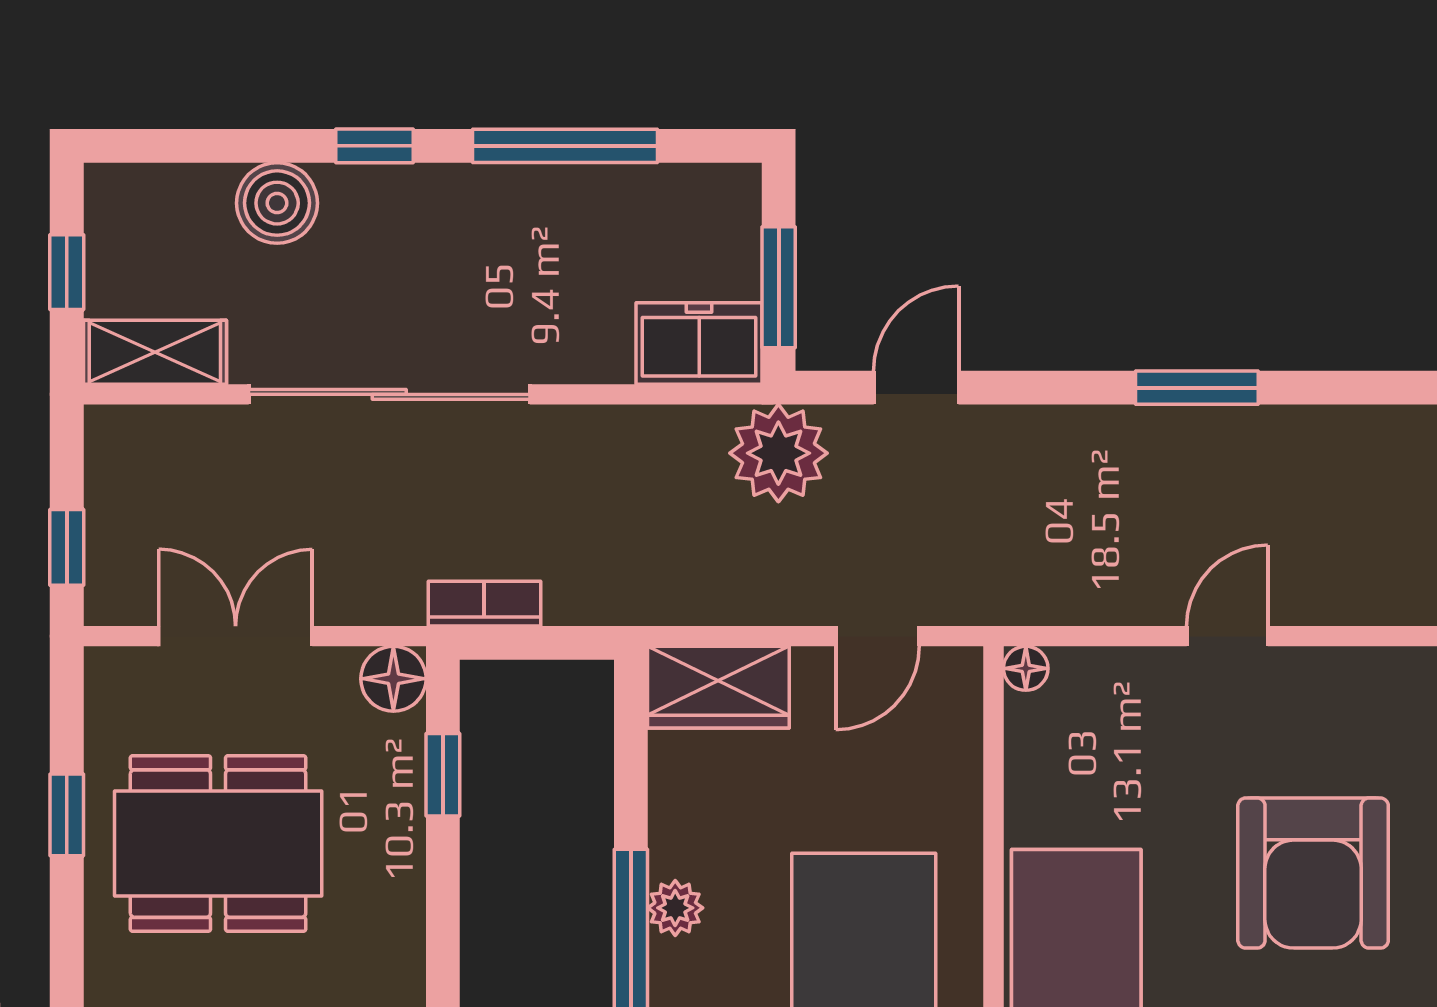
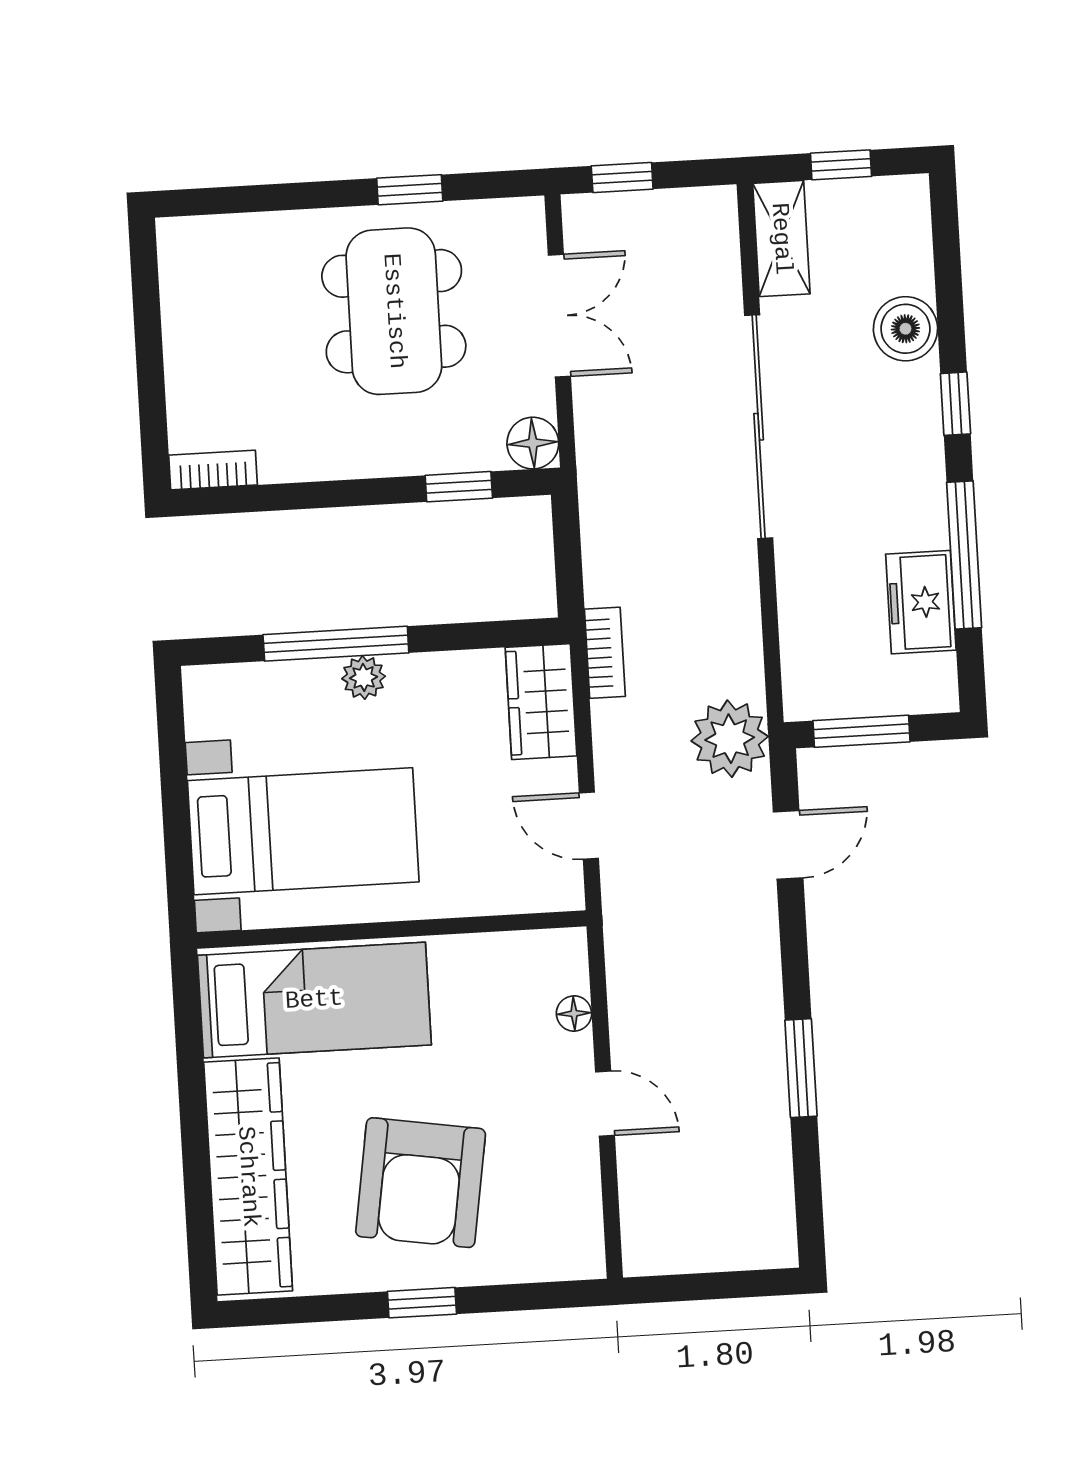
freezer: (699, 343) -> (921, 602), moved, turned 180
door: (916, 388) -> (788, 845), hinge flipped
bookcase: (484, 604) -> (605, 653), moved
floor lamp: (1026, 668) -> (574, 1014), moved
armchair: (1313, 873) -> (421, 1183), turned -81

